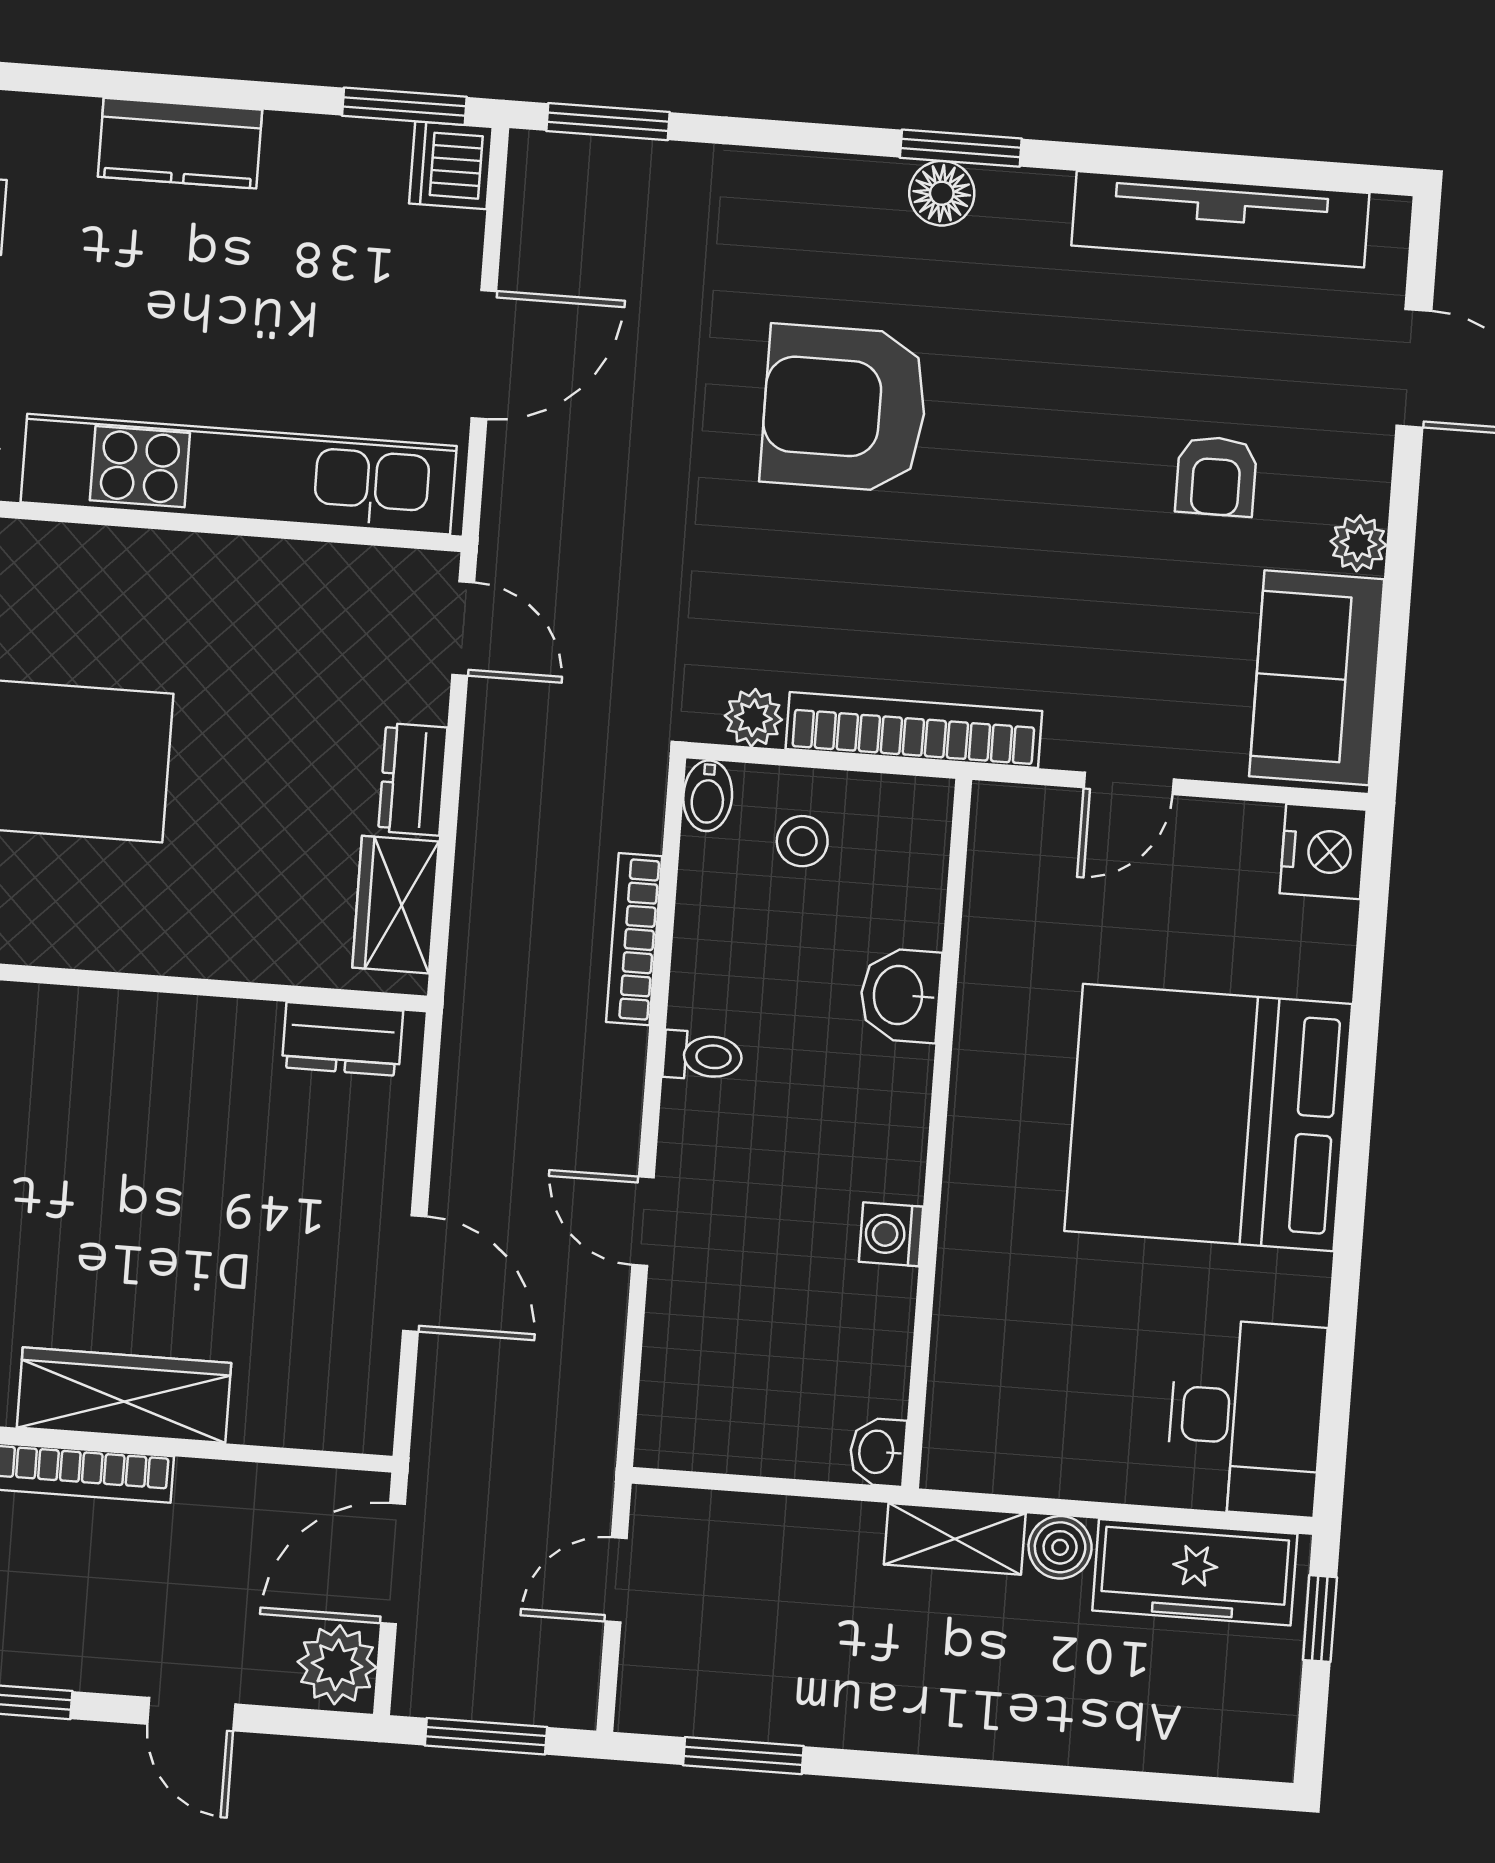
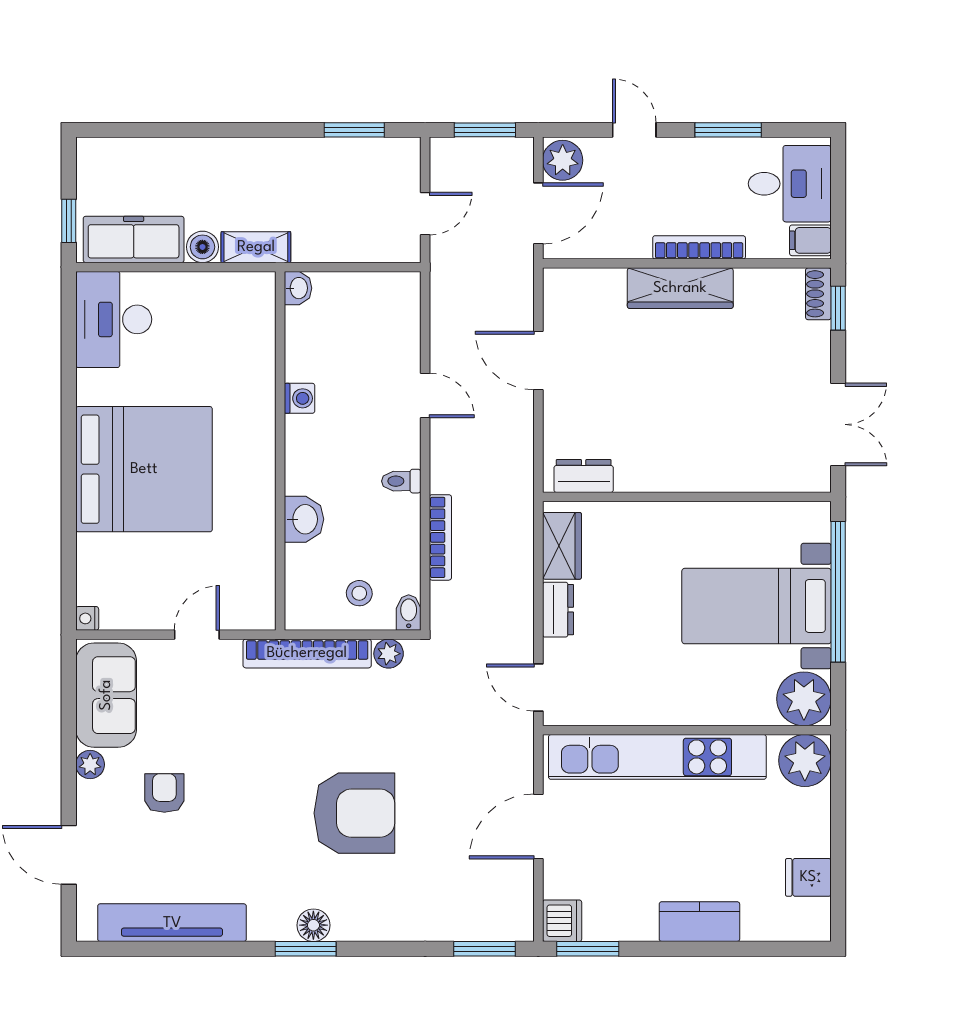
nightstand: (1323, 851) -> (87, 618), width x0.53, depth x0.56

